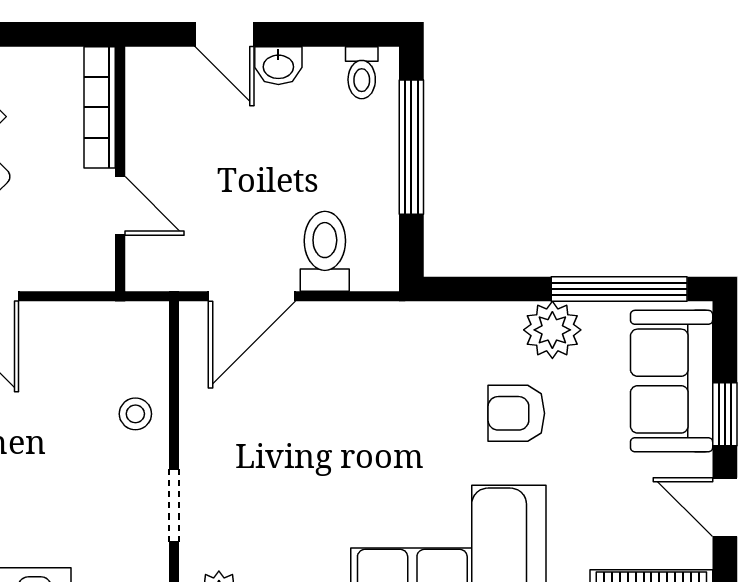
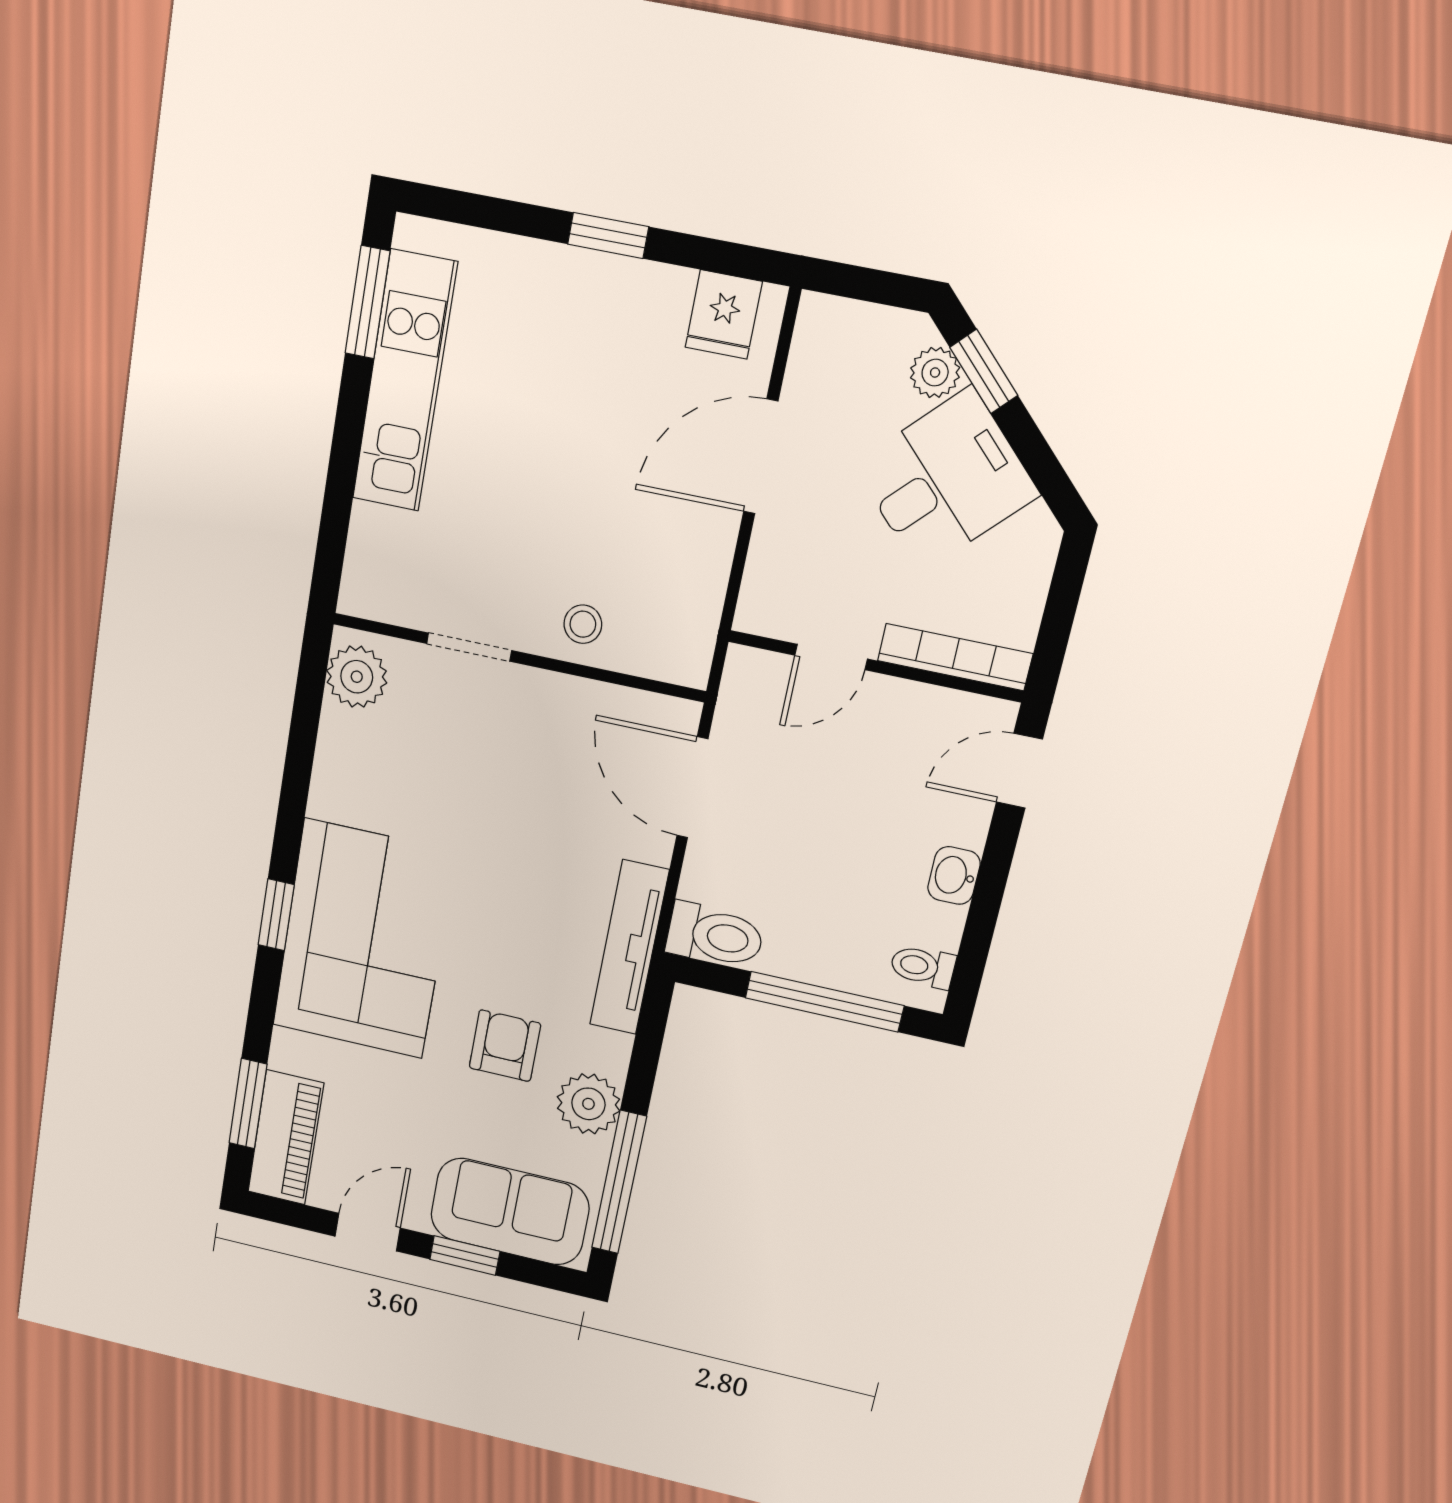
door: (225, 34) -> (1019, 771), moved
toilet: (325, 251) -> (715, 936), moved
tv unit: (402, 322) -> (629, 948), added

